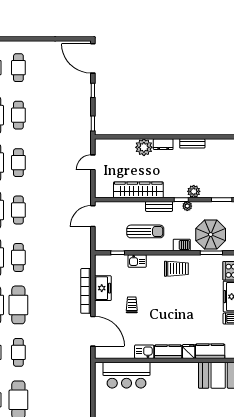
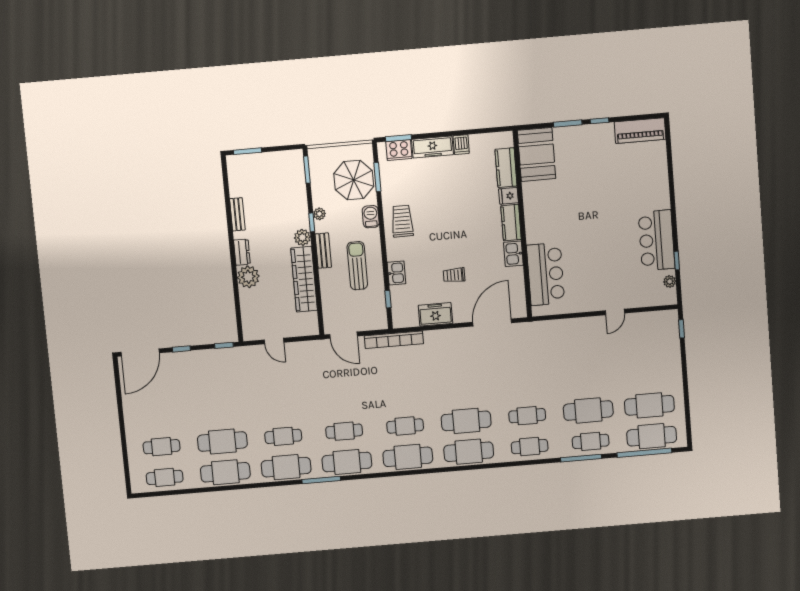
cafe table: (18, 115) -> (222, 441), width x1.37, depth x1.35
plant: (194, 191) -> (302, 237), moved
bookcase: (86, 291) -> (394, 340), moved

